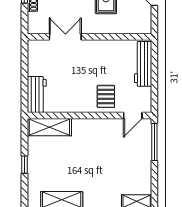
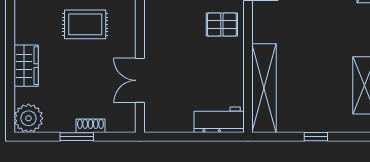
shelving: (49, 127) -> (264, 88), width x1.47

